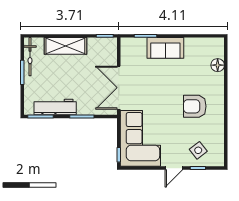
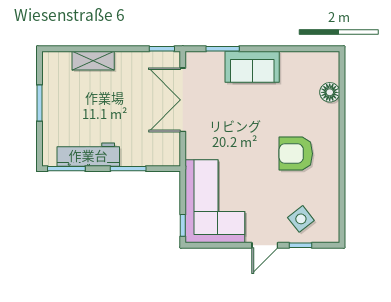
shelving: (65, 46) -> (93, 61), width x0.67, depth x0.75
bicycle: (30, 57) -> (51, 80), removed
double door: (119, 88) -> (183, 100), moved

